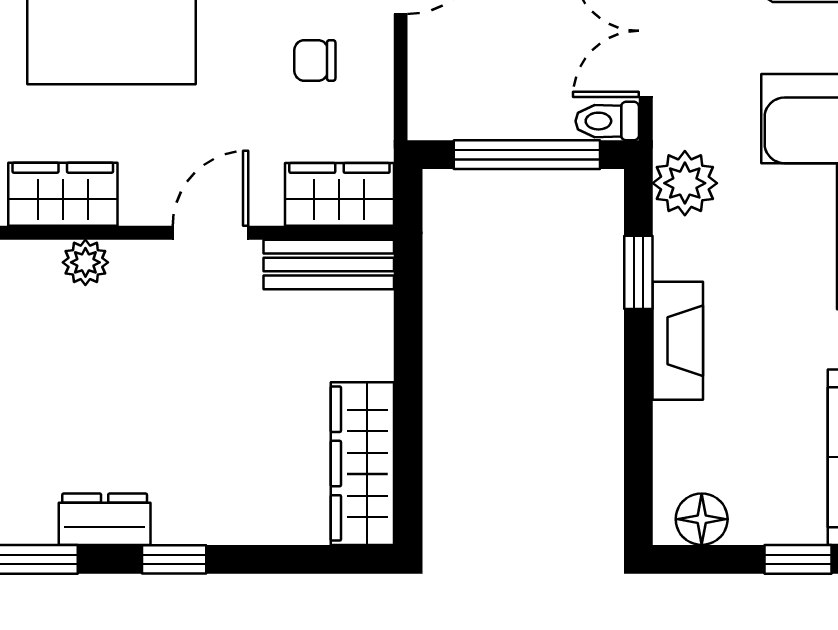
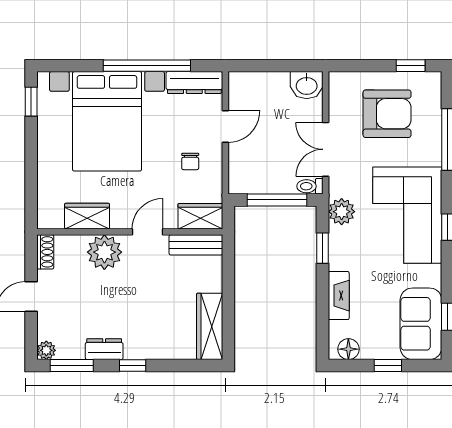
chair: (315, 60) -> (190, 161), turned -90
plant: (85, 262) -> (104, 252), width x1.88, depth x1.88
fireplace: (678, 341) -> (339, 296), moved

